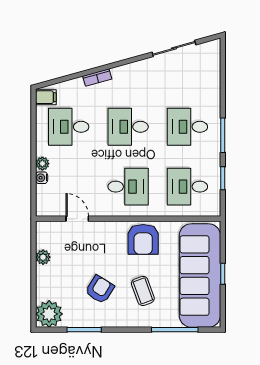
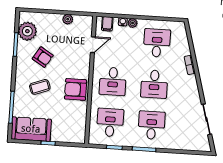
filing cabinet: (46, 97) -> (107, 24), moved
desk: (128, 127) -> (154, 84), turned 180
sofa: (200, 276) -> (31, 129), width x0.54, depth x0.79
plant: (49, 314) -> (27, 31), moved

